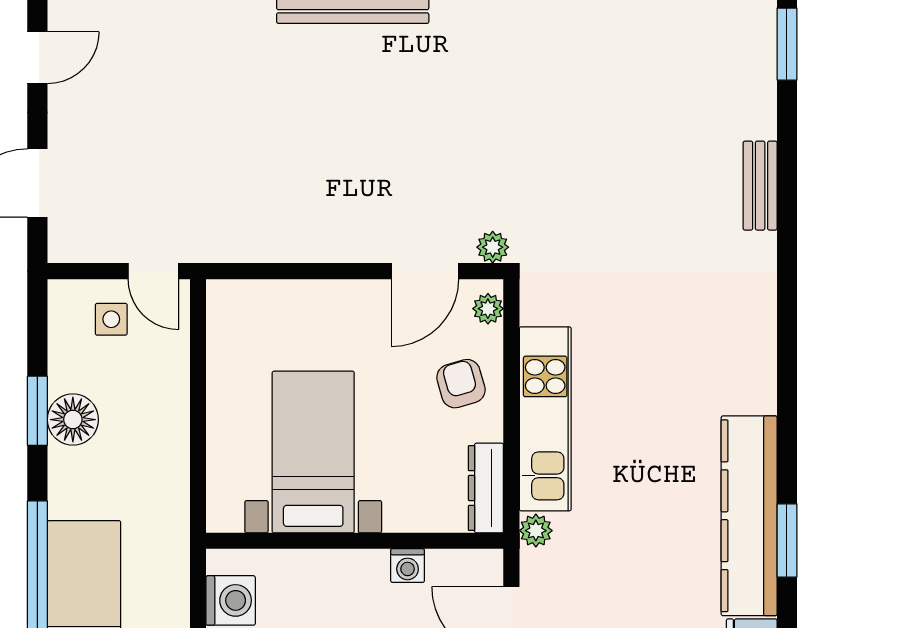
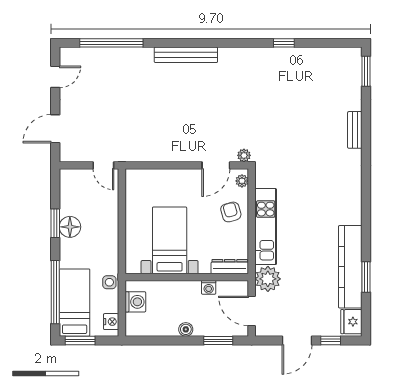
side table: (111, 319) -> (109, 282), moved
dresser: (486, 488) -> (230, 267), moved, turned 90
plant: (536, 531) -> (268, 279), width x1.87, depth x1.87

